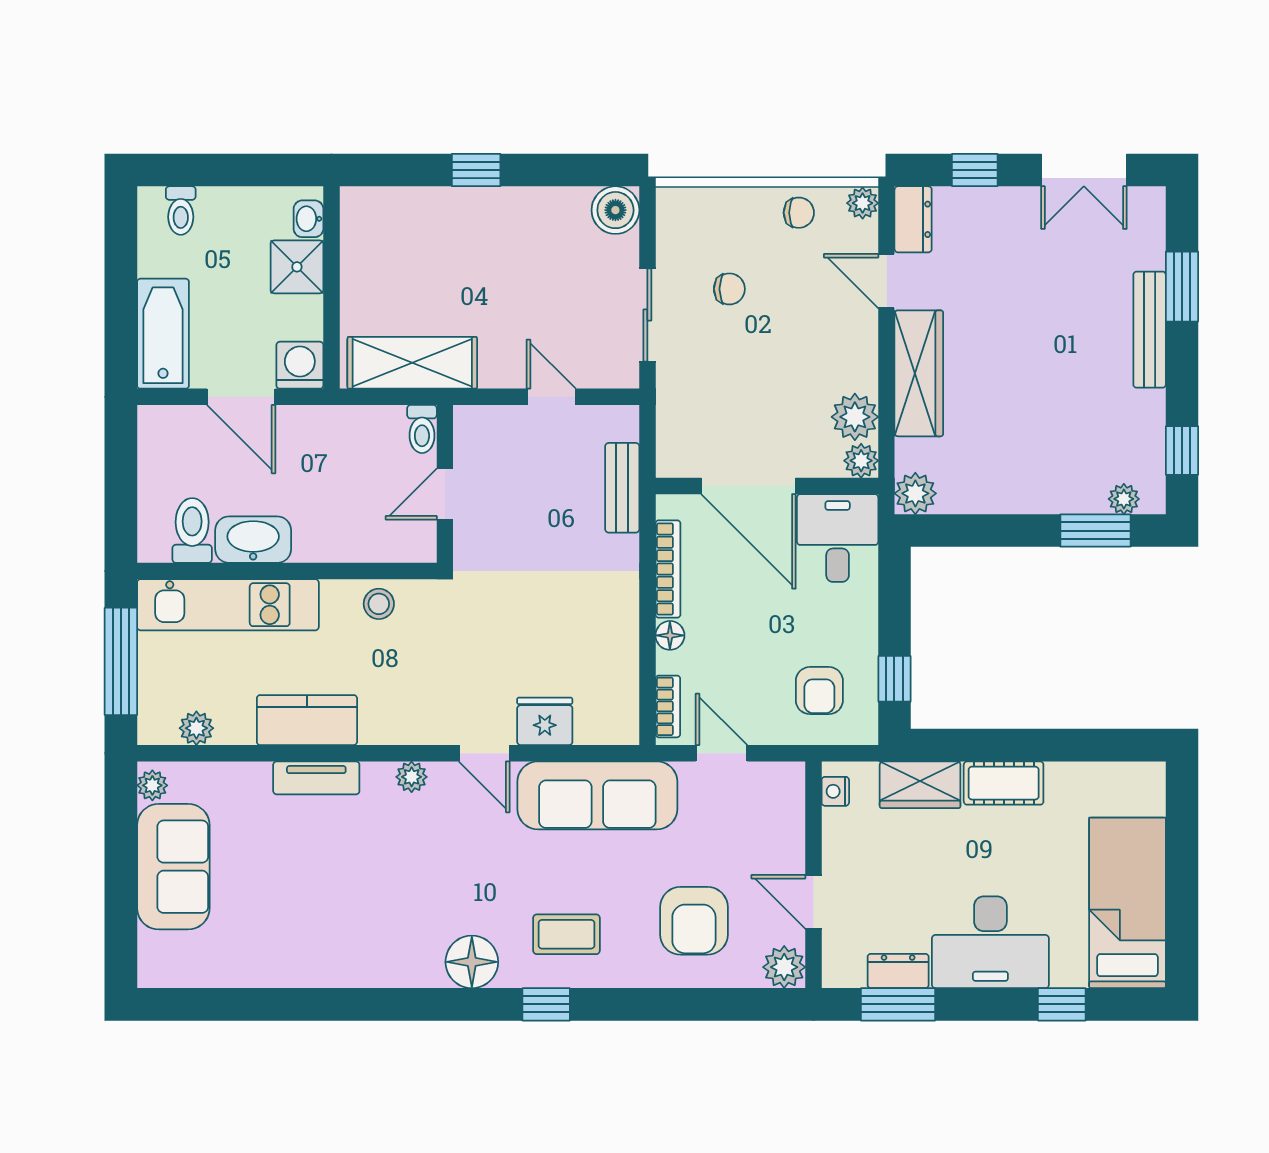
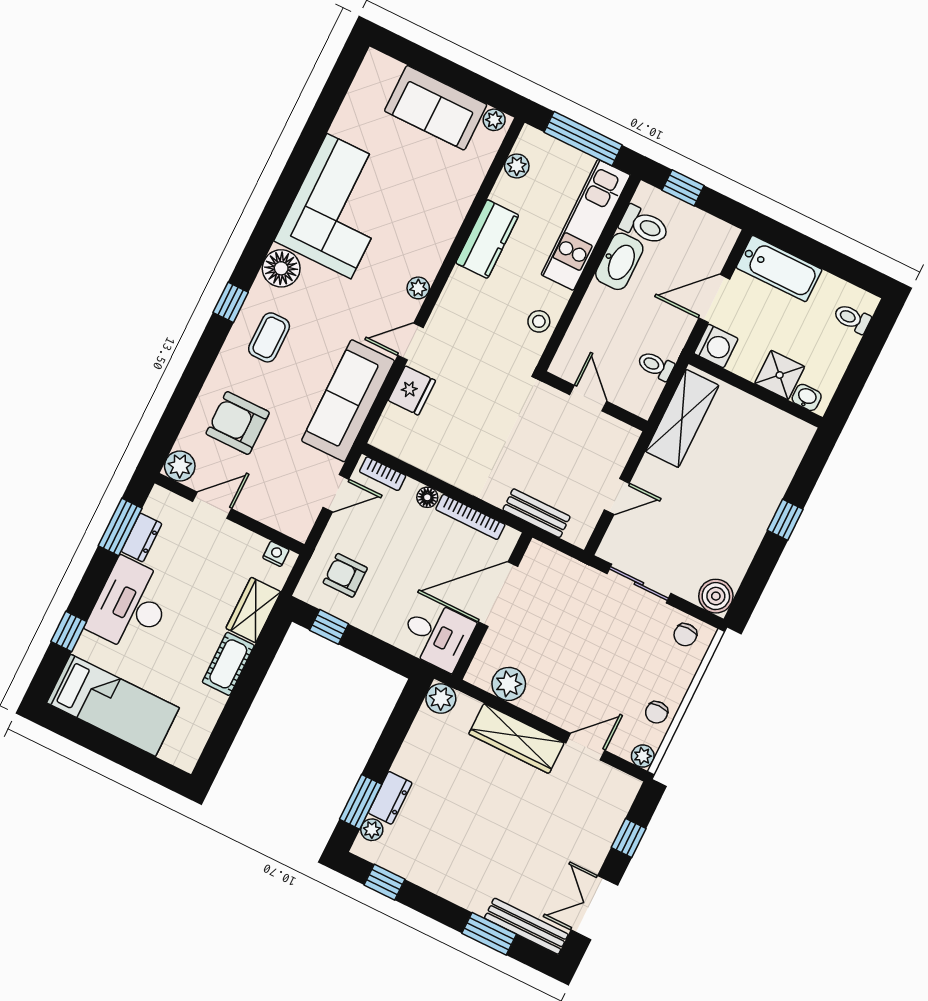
dresser: (913, 219) -> (390, 798), moved, turned -90
chair: (729, 289) -> (685, 635), moved
bench: (1150, 330) -> (526, 926), moved
toilet: (422, 429) -> (656, 366), moved
plant: (861, 461) -> (479, 674), removed
window: (121, 505) -> (683, 188), added
tv unit: (316, 778) -> (447, 227), removed
corner sofa: (357, 928) -> (339, 206), added

